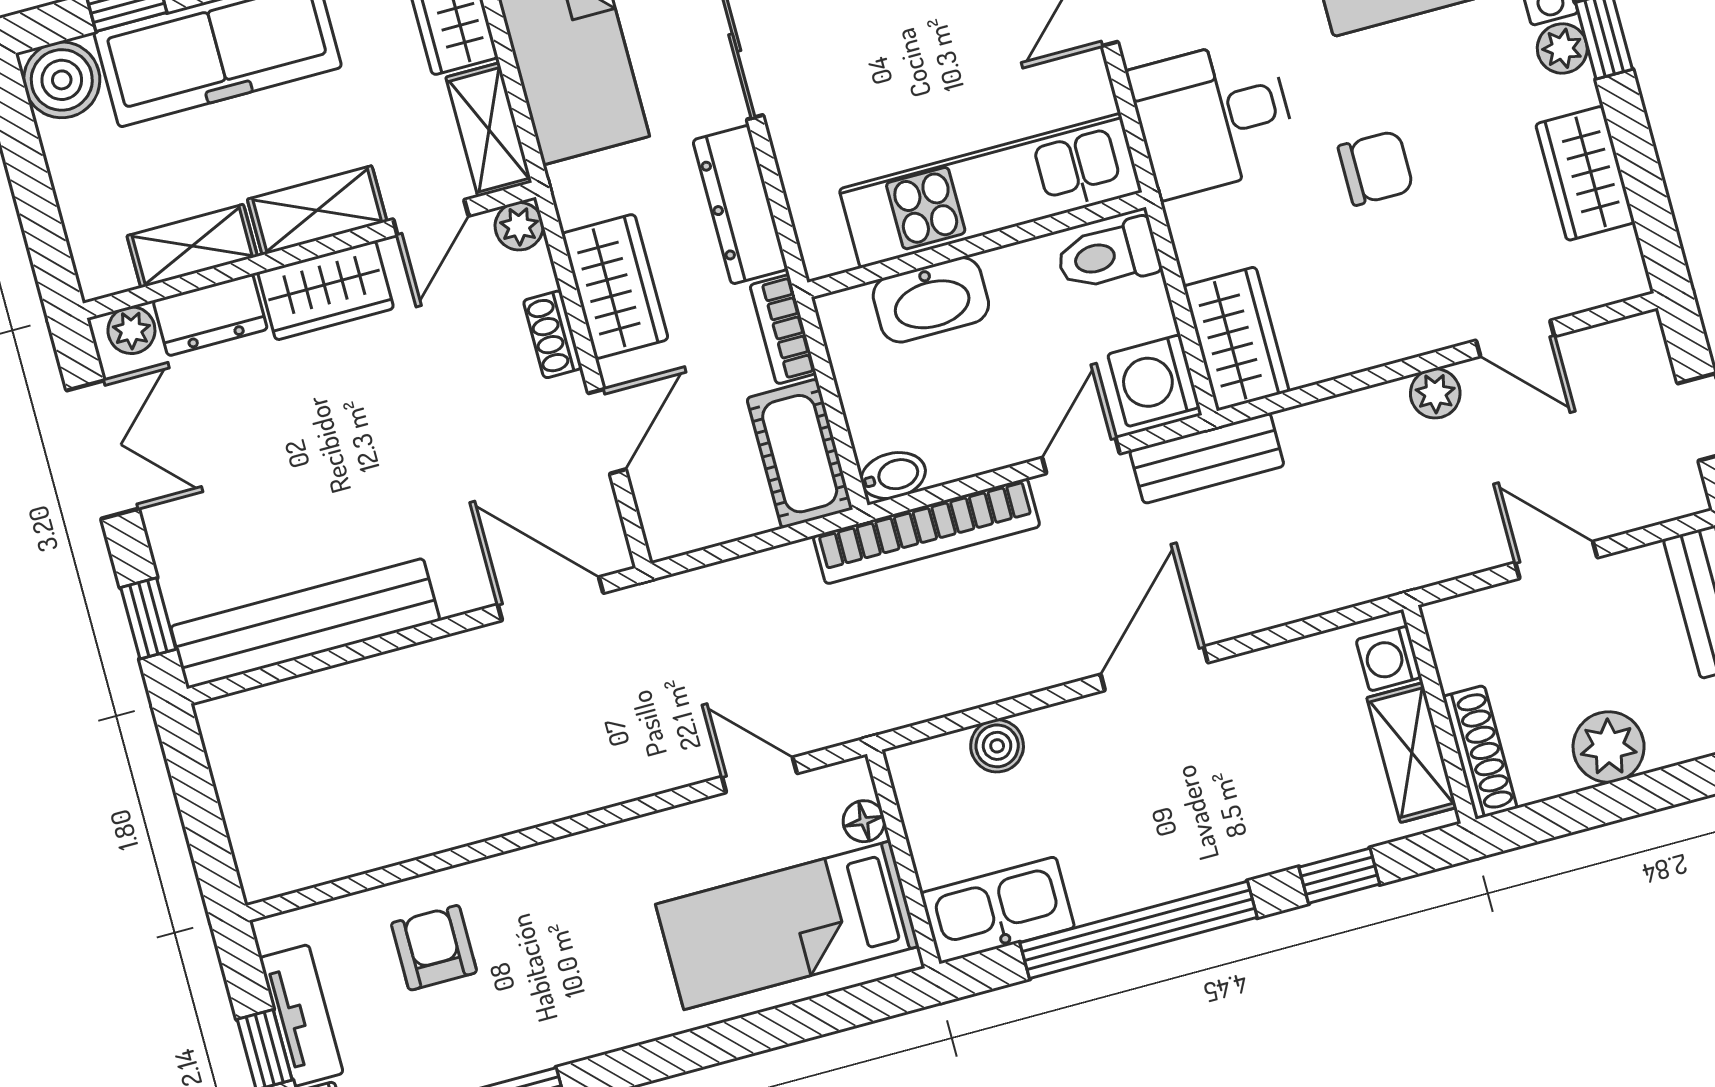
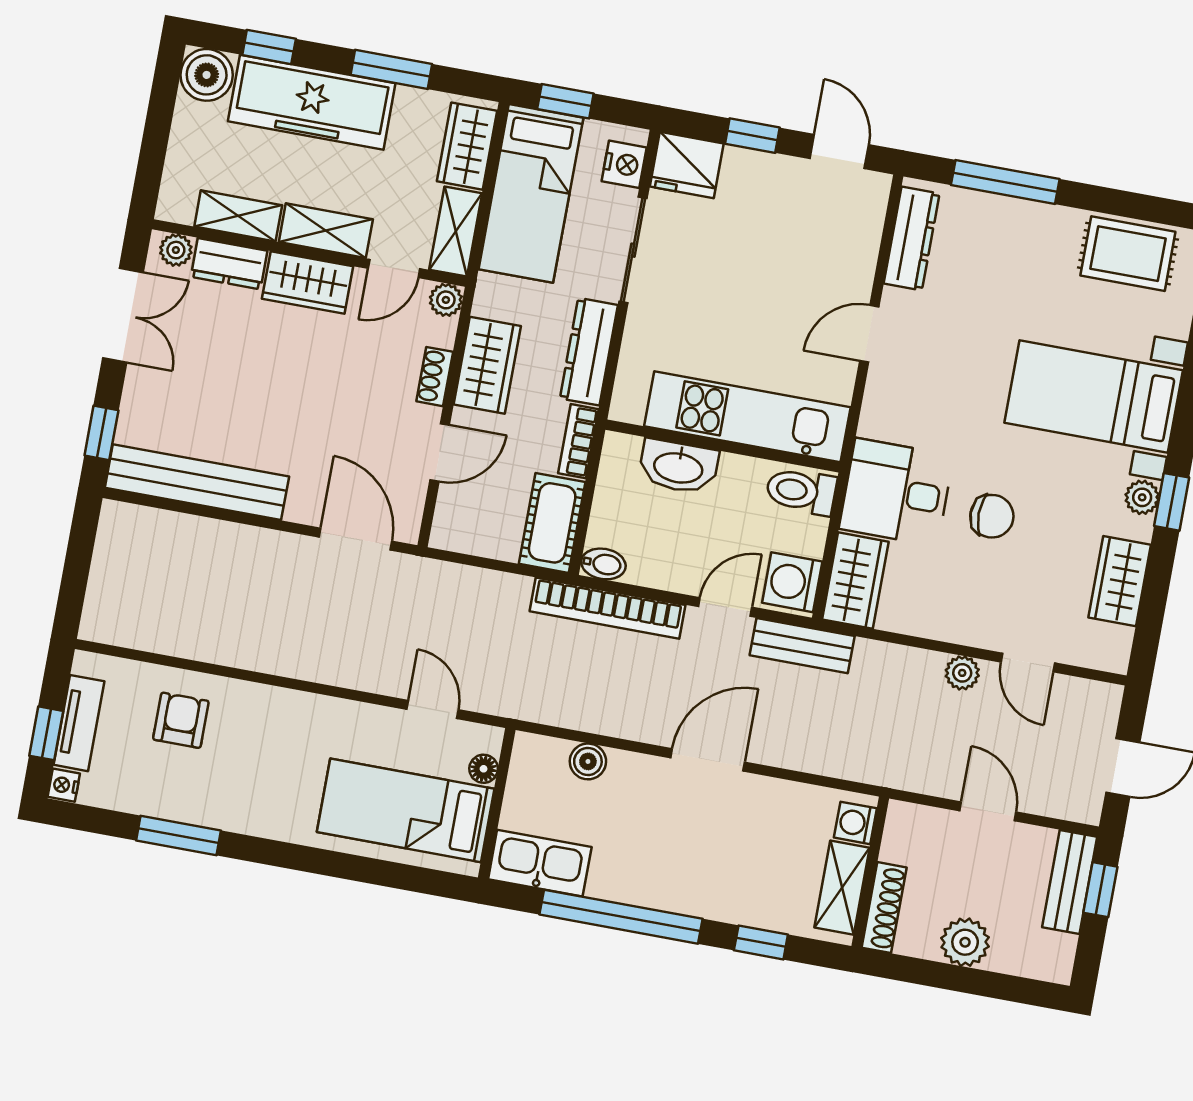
desk: (1213, 117) -> (896, 492), moved

